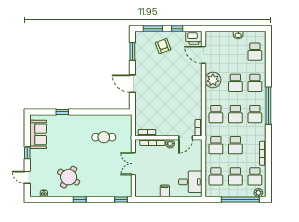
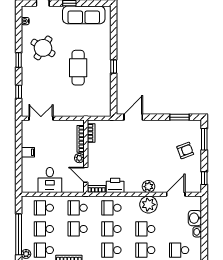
window: (177, 29) -> (204, 178), moved
washbasin: (225, 37) -> (195, 218), added
printer: (194, 38) -> (115, 185), moved, turned 90
plant: (196, 80) -> (149, 187), added
door: (132, 84) -> (133, 117), moved
window: (62, 112) -> (114, 67), moved
sofa: (38, 134) -> (84, 15), width x1.36
cafe table: (104, 137) -> (78, 68), moved, width x1.37, depth x1.35
double door: (133, 164) -> (41, 118), moved
desk: (190, 182) -> (50, 180), moved
window: (121, 200) -> (19, 92), moved

